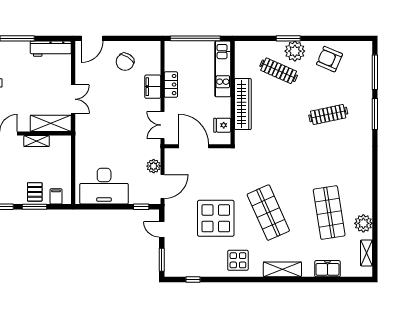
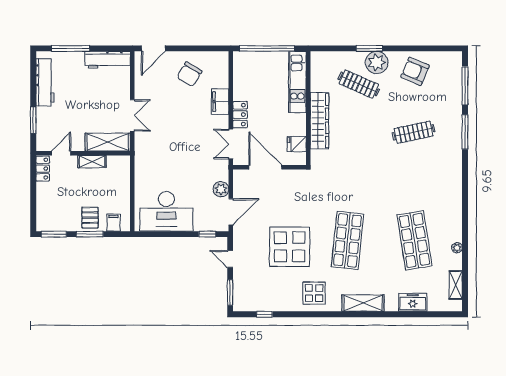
locker: (171, 85) -> (240, 115), moved
shop shelf: (268, 213) -> (348, 240), turned 30
plant: (363, 223) -> (457, 248), width x0.53, depth x0.53

